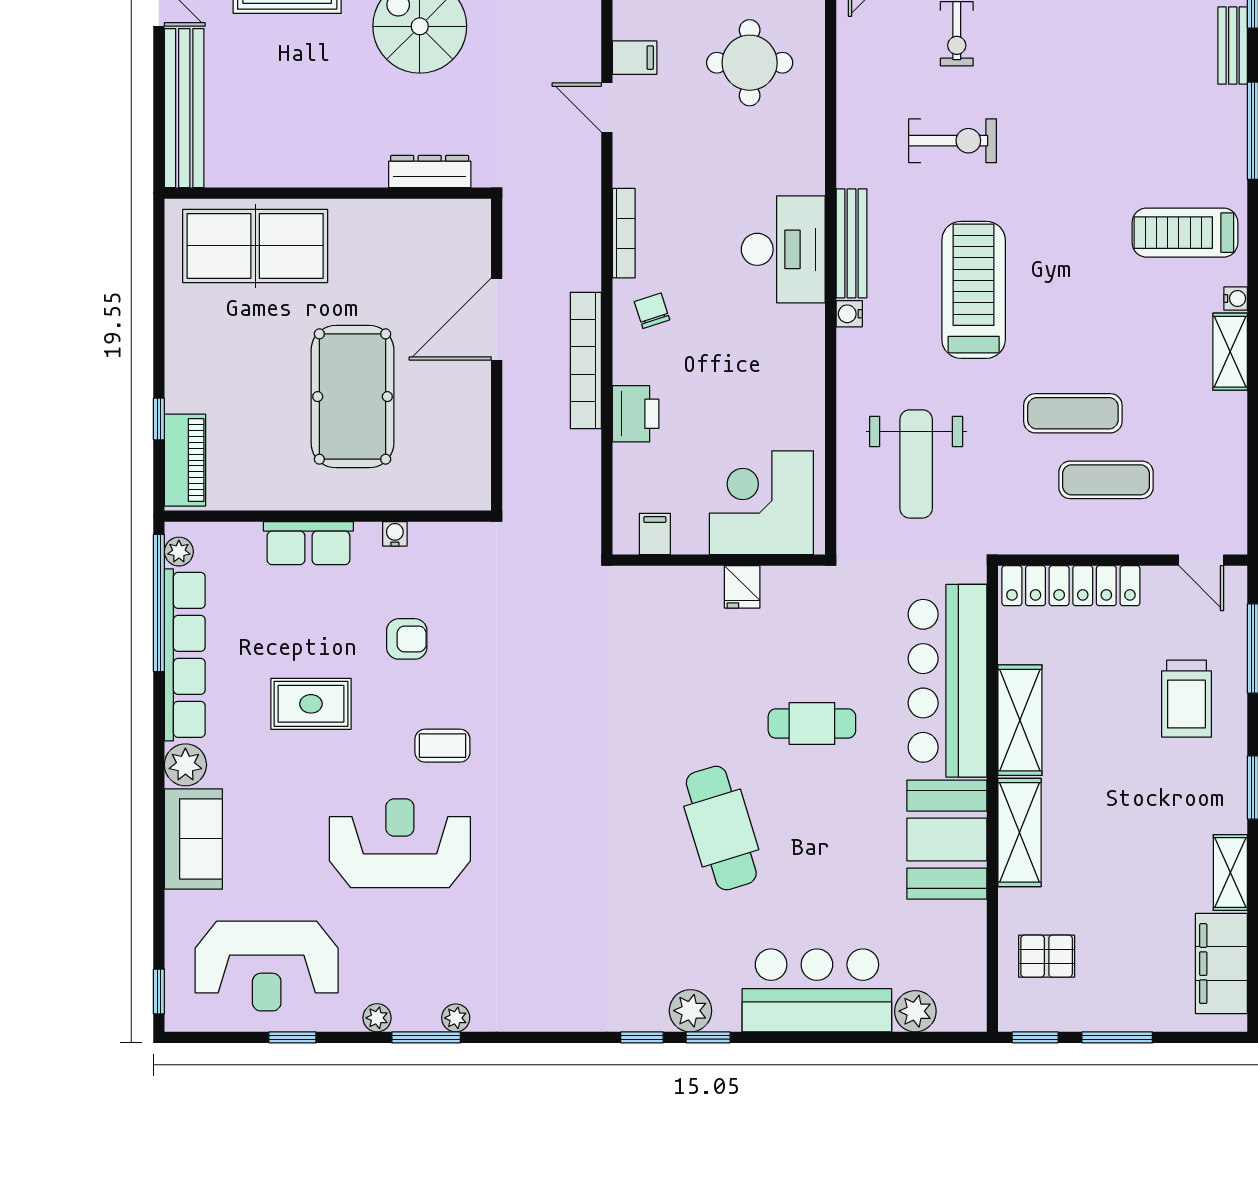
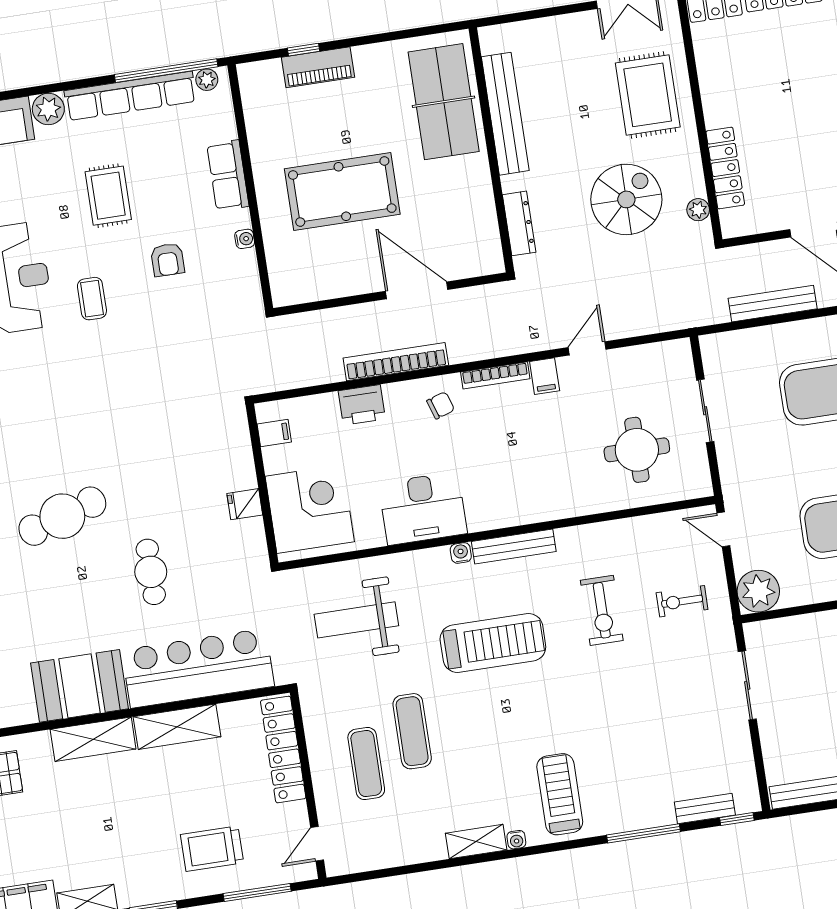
filing cabinet: (635, 58) -> (545, 376), moved
bench: (184, 108) -> (505, 114), moved, turned 90
desk: (783, 249) -> (423, 508), moved
piano: (185, 460) -> (318, 67), moved

